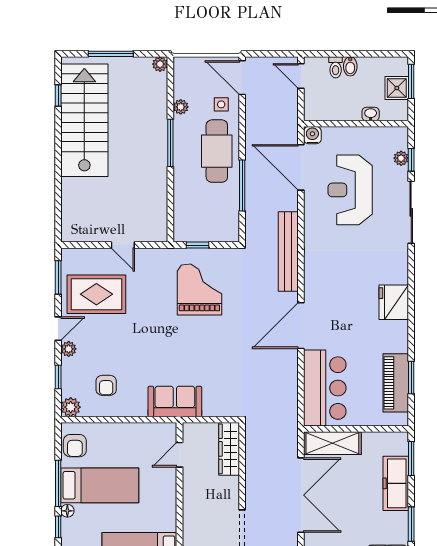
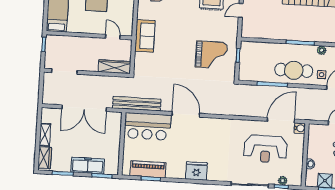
reception desk: (350, 190) -> (265, 149), turned 180
bench: (288, 252) -> (137, 104), moved
shelving: (332, 443) -> (114, 129), removed

